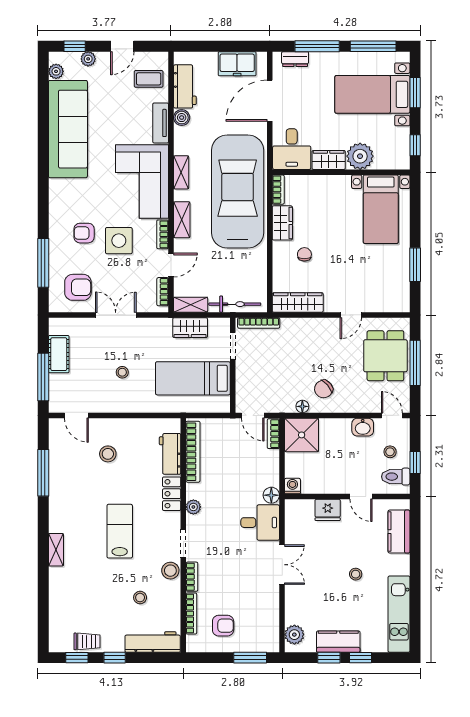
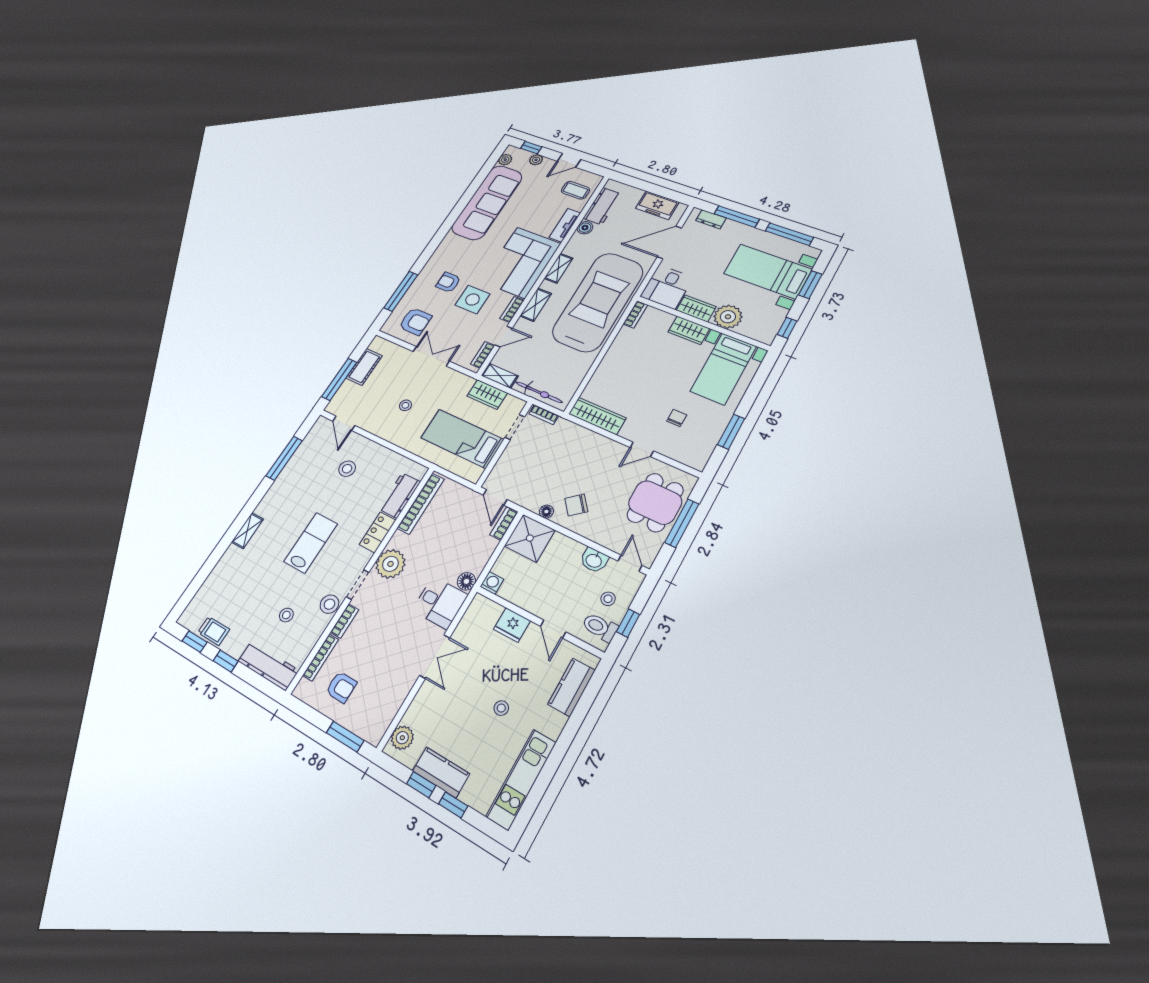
wardrobe: (282, 223) -> (689, 330), moved, turned 90
chair: (304, 254) -> (677, 418), moved
bookcase: (259, 323) -> (544, 415), width x0.64
plant: (193, 507) -> (390, 564), width x1.87, depth x1.87

